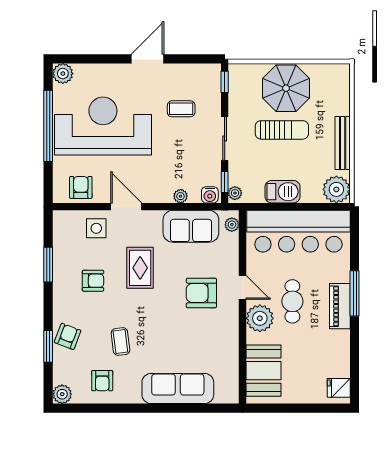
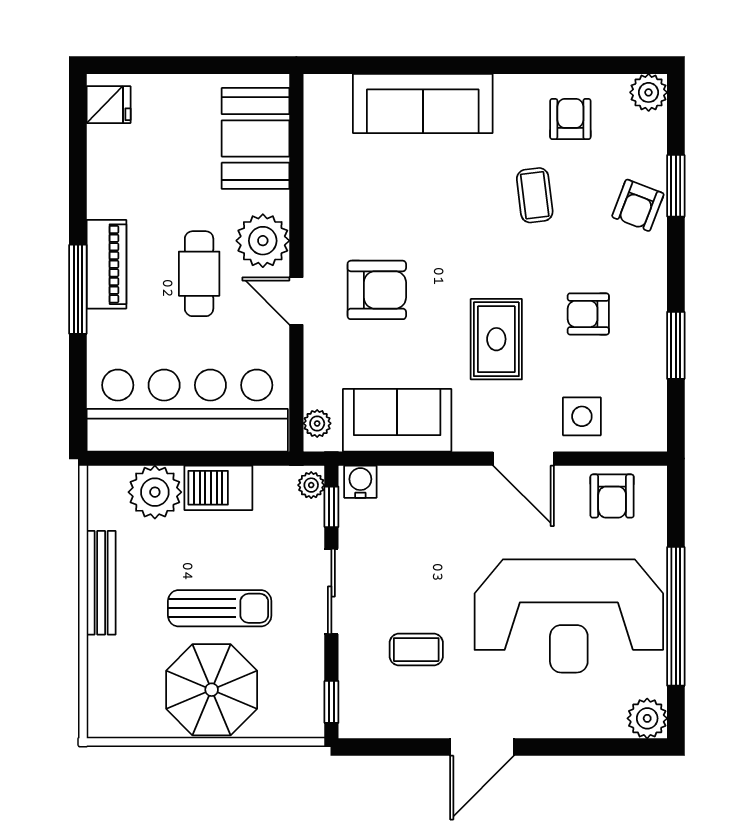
sun lounger: (282, 130) -> (220, 608), turned 180
plant: (336, 189) -> (155, 492), moved
plant: (181, 196) -> (418, 479), removed

